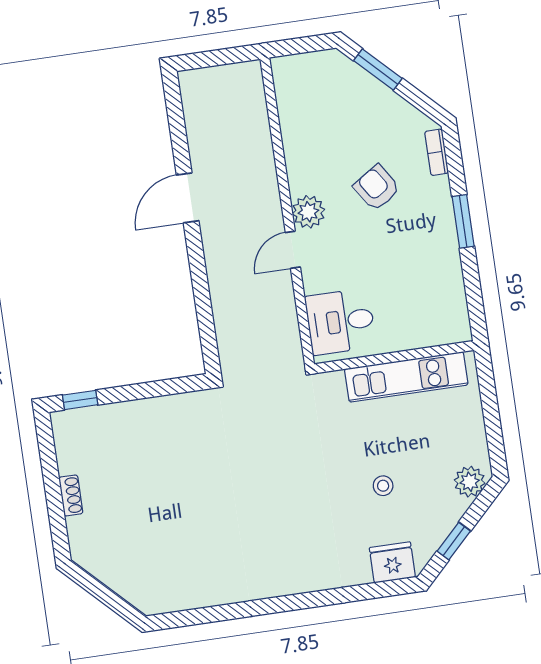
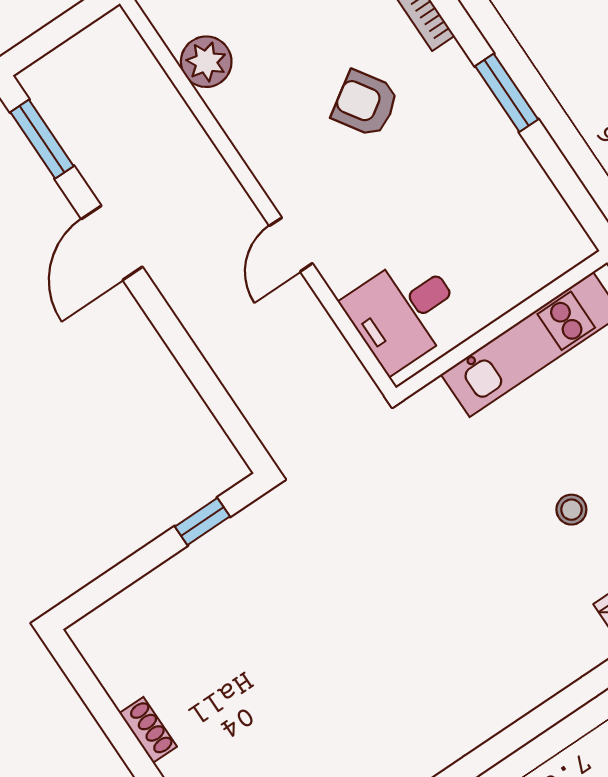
window: (176, 117) -> (42, 139), added
plant: (308, 212) -> (206, 62), moved
window: (80, 400) -> (202, 522), moved

